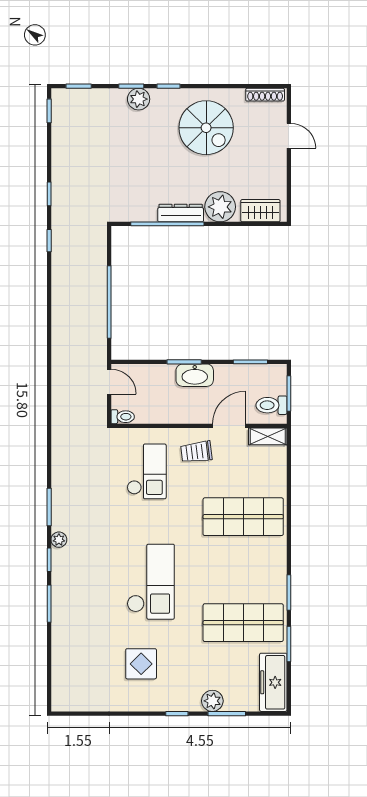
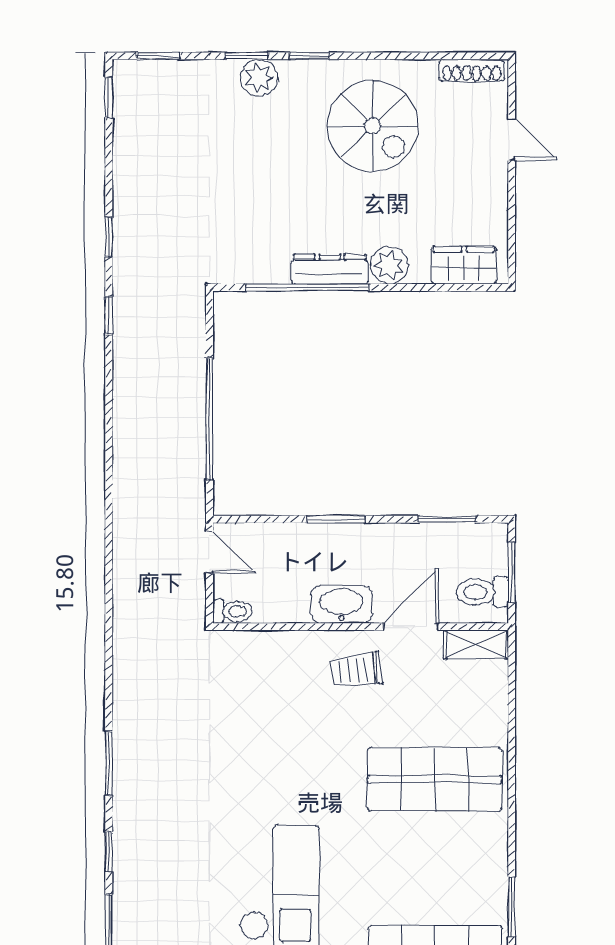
plant: (220, 207) -> (389, 265), width x0.73, depth x0.73
washbasin: (195, 375) -> (342, 604), moved, turned 180
checkout: (147, 471) -> (273, 703), removed
plant: (59, 540) -> (125, 818), removed

